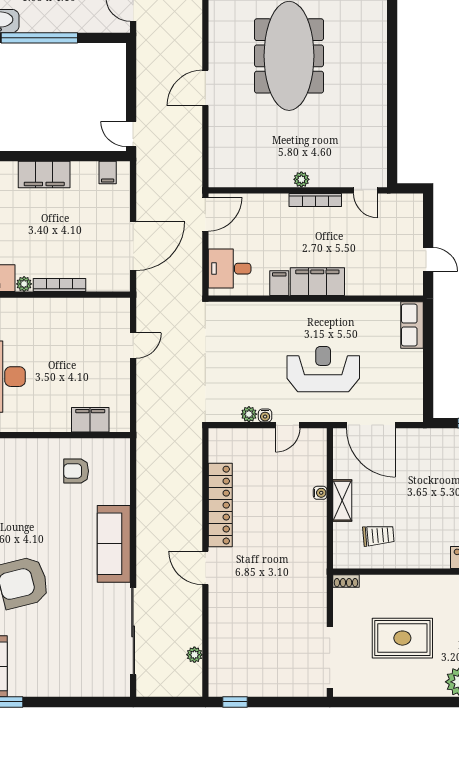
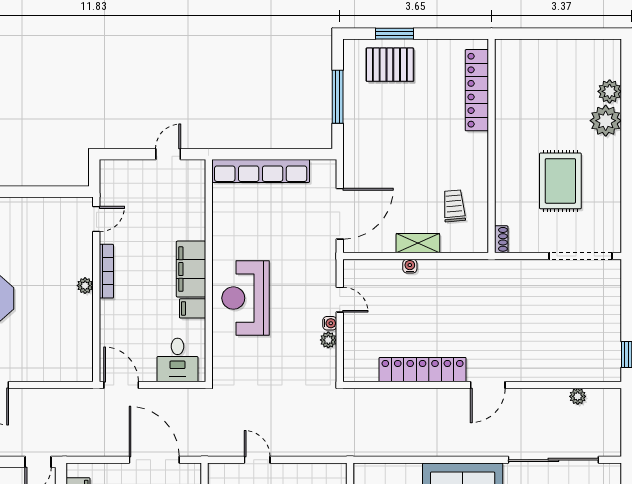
row of seats: (412, 325) -> (261, 171), width x2.02
reception desk: (323, 369) -> (246, 298), moved

